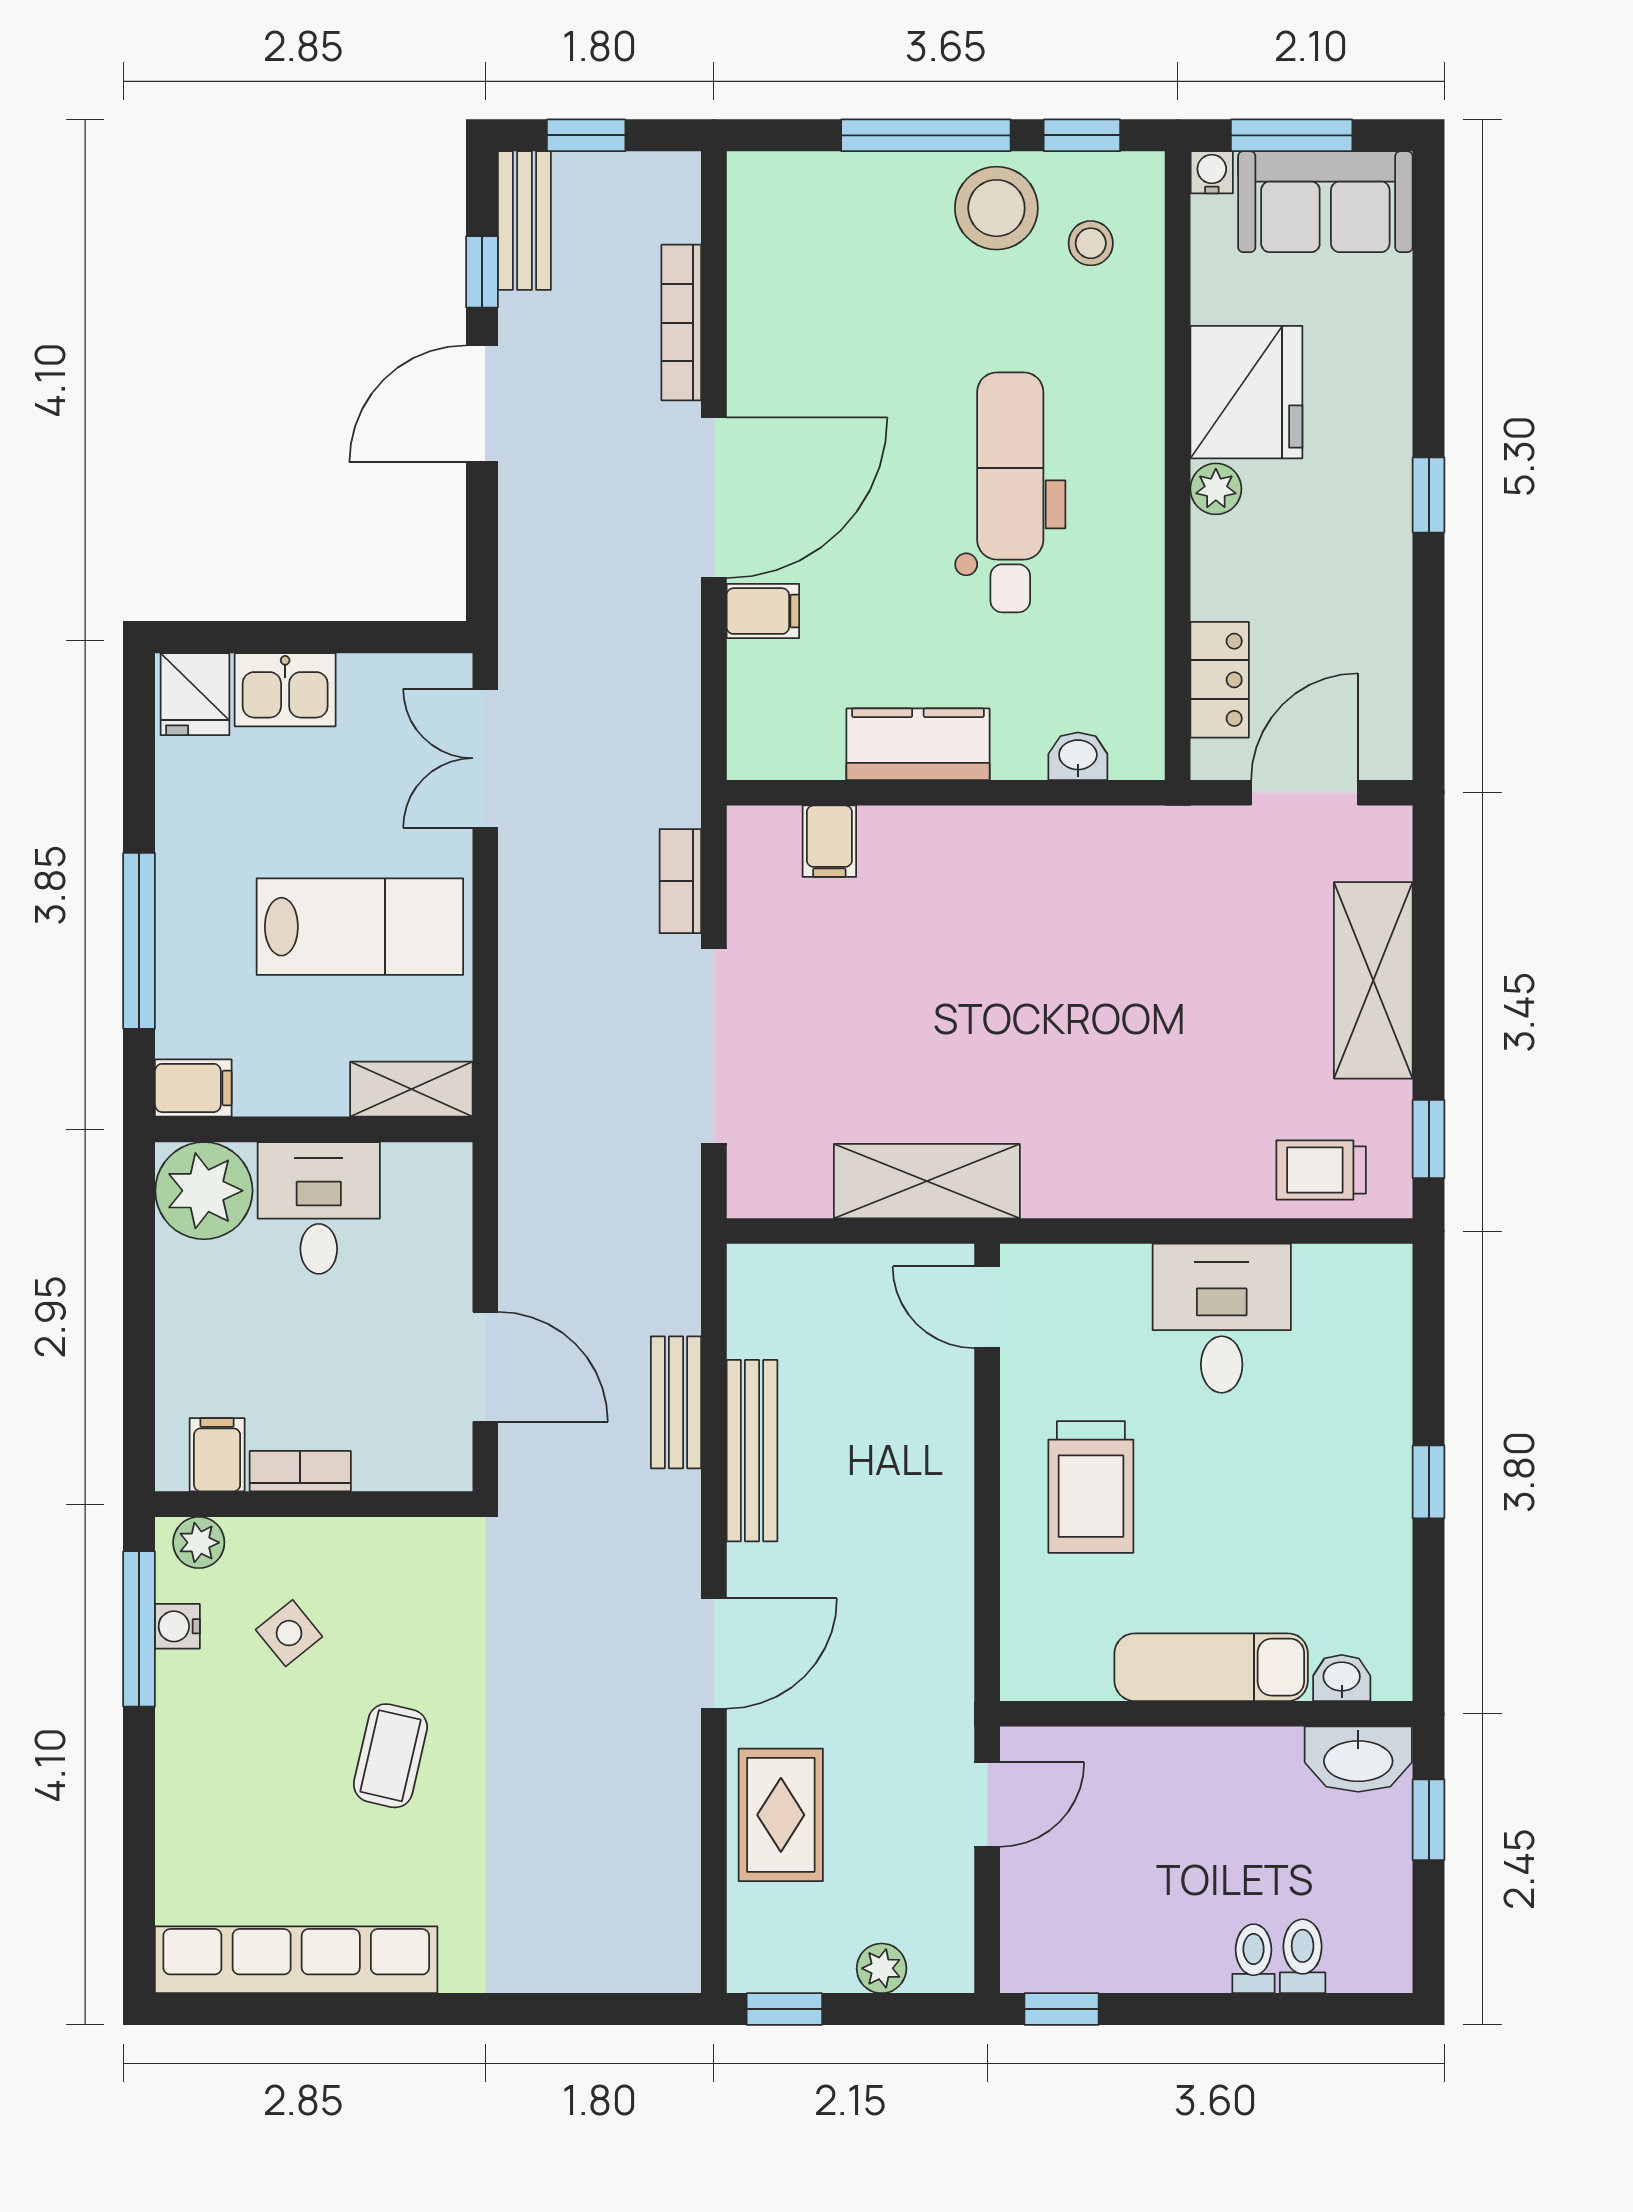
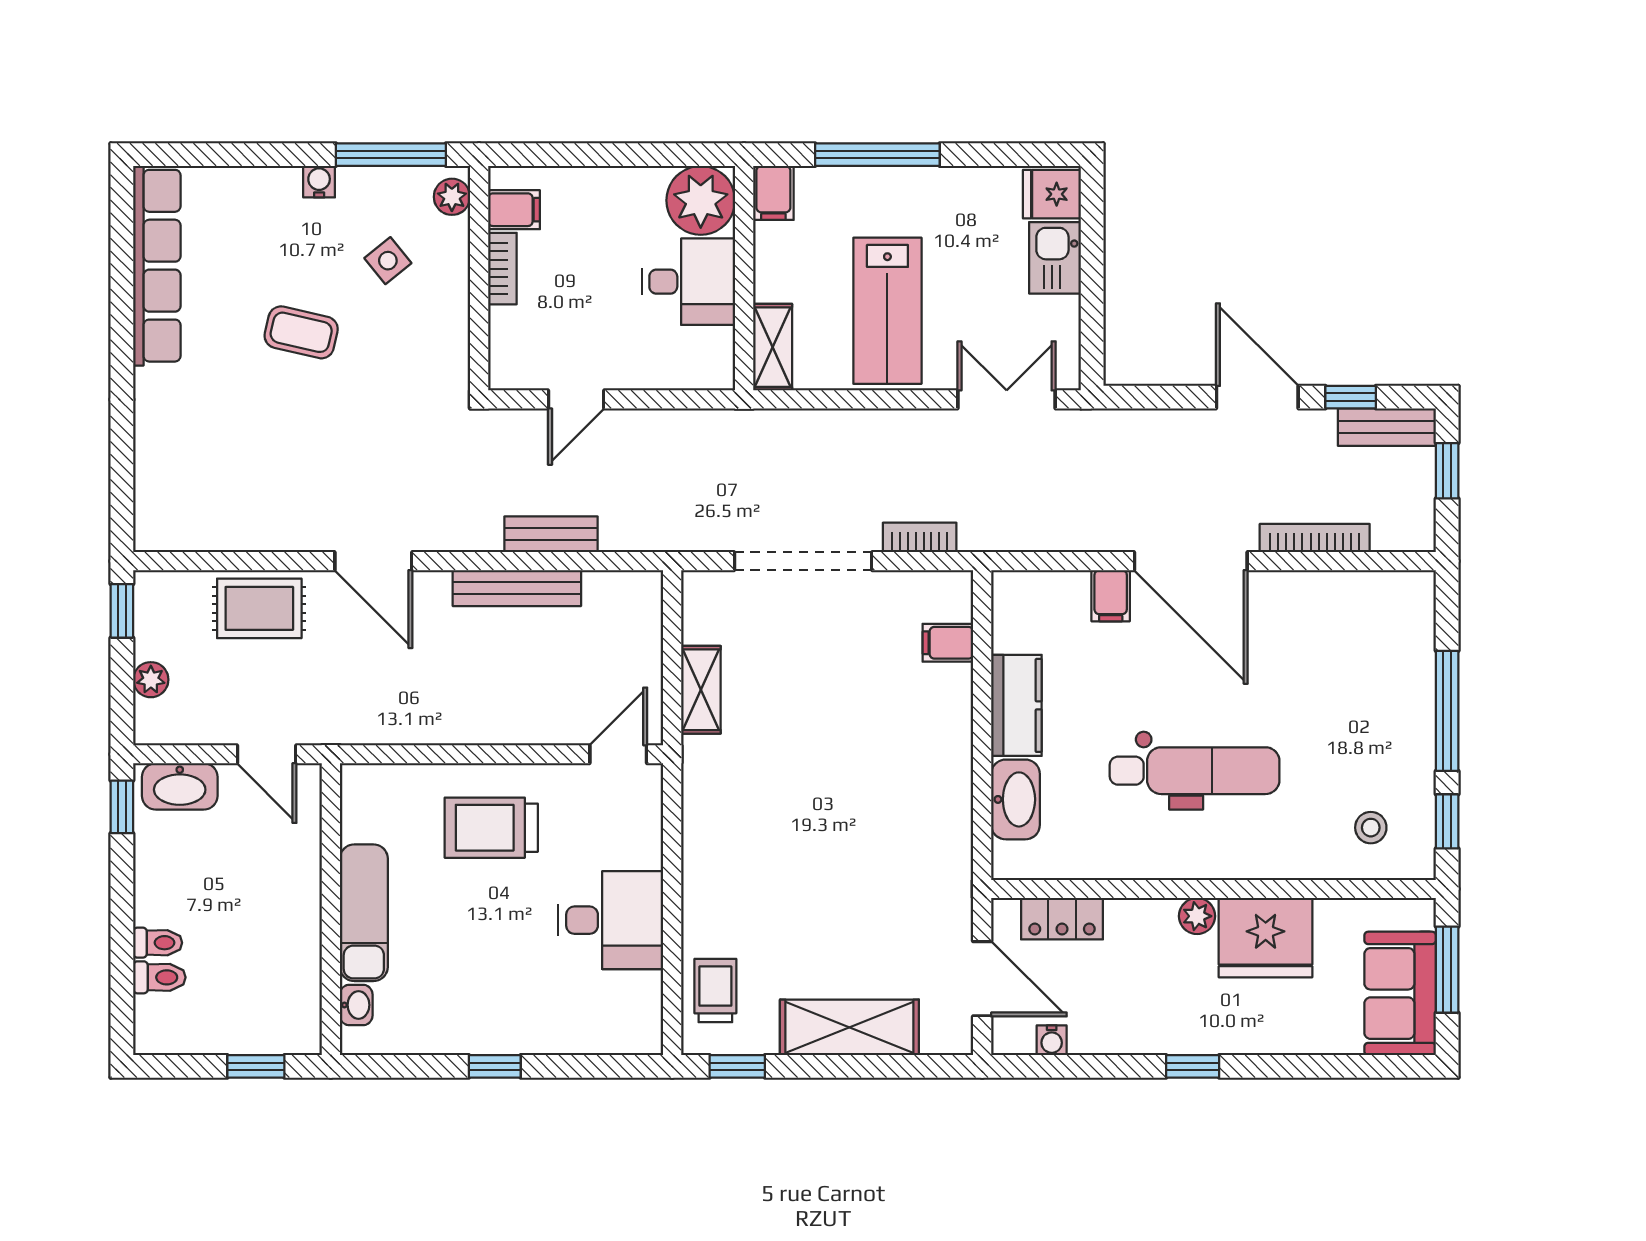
water cooler: (1212, 172) -> (1052, 1040), moved, turned 90
stool: (996, 208) -> (1396, 761), removed
washbasin: (1078, 756) -> (1016, 799), width x1.91, depth x1.45
shelving: (927, 1181) -> (701, 690), width x0.67, depth x0.75
door: (485, 1367) -> (576, 399), width x0.73
water cooler: (177, 1626) -> (319, 182), moved
washbasin: (1358, 1759) -> (180, 786), moved, turned -90

